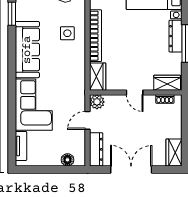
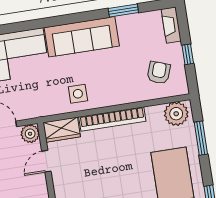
side table: (67, 33) -> (78, 94), moved
door: (135, 92) -> (46, 161), moved

